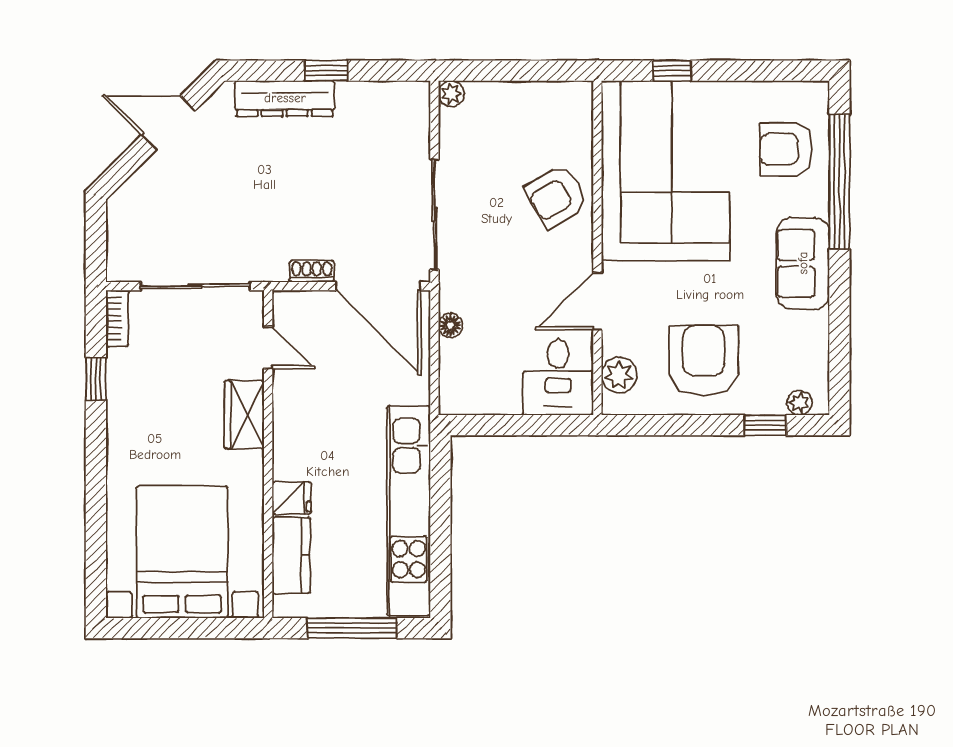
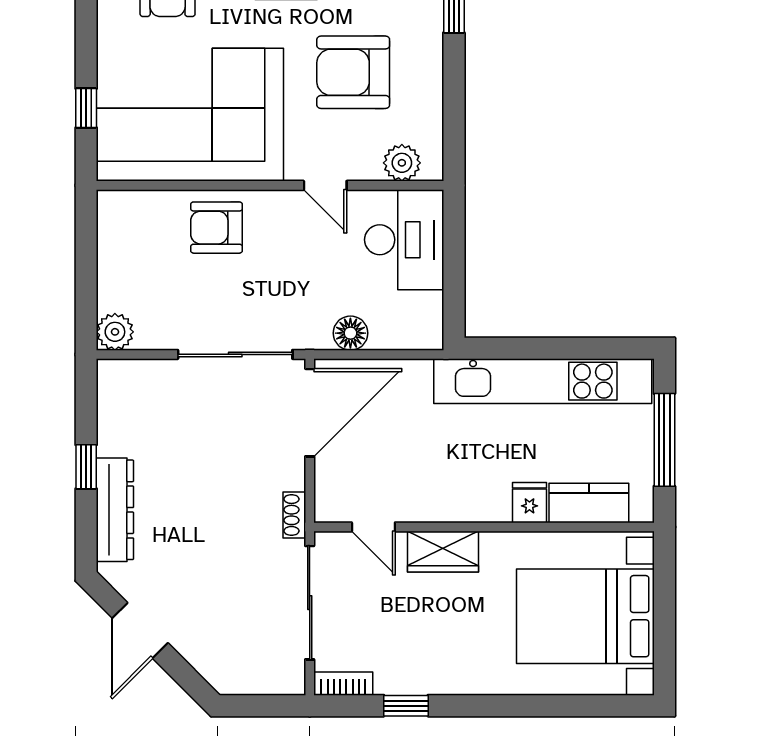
plant: (451, 94) -> (115, 332), width x1.38, depth x1.38
armchair: (557, 196) -> (217, 228), turned 120
shoe rack: (312, 271) -> (294, 515), moved
door: (597, 301) -> (325, 185), width x0.73
floor lamp: (450, 325) -> (350, 333), width x1.37, depth x1.37
door: (268, 348) -> (373, 527), swing flipped
armchair: (704, 360) -> (353, 72), moved
desk: (558, 377) -> (404, 240), width x1.37

